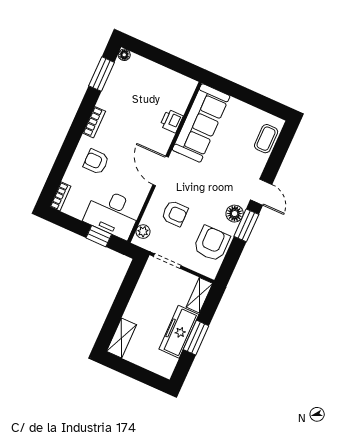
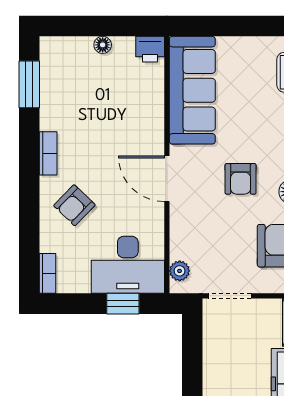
floor lamp: (124, 55) -> (103, 45), moved
printer: (171, 121) -> (150, 49), moved, turned -90
armchair: (96, 162) -> (74, 205), turned -46
armchair: (175, 213) -> (241, 179), moved, turned 90

